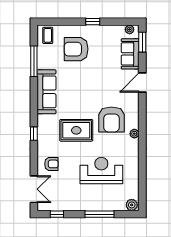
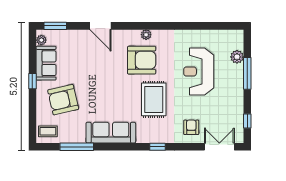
armchair: (76, 49) -> (63, 100), turned 77
sofa: (130, 54) -> (46, 63), moved, turned -90
plant: (134, 134) -> (146, 35), moved
plant: (132, 205) -> (237, 57), moved

